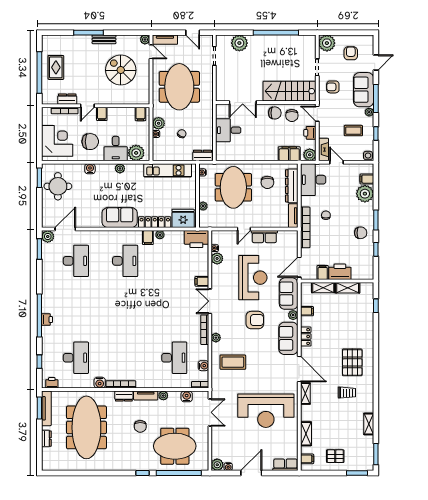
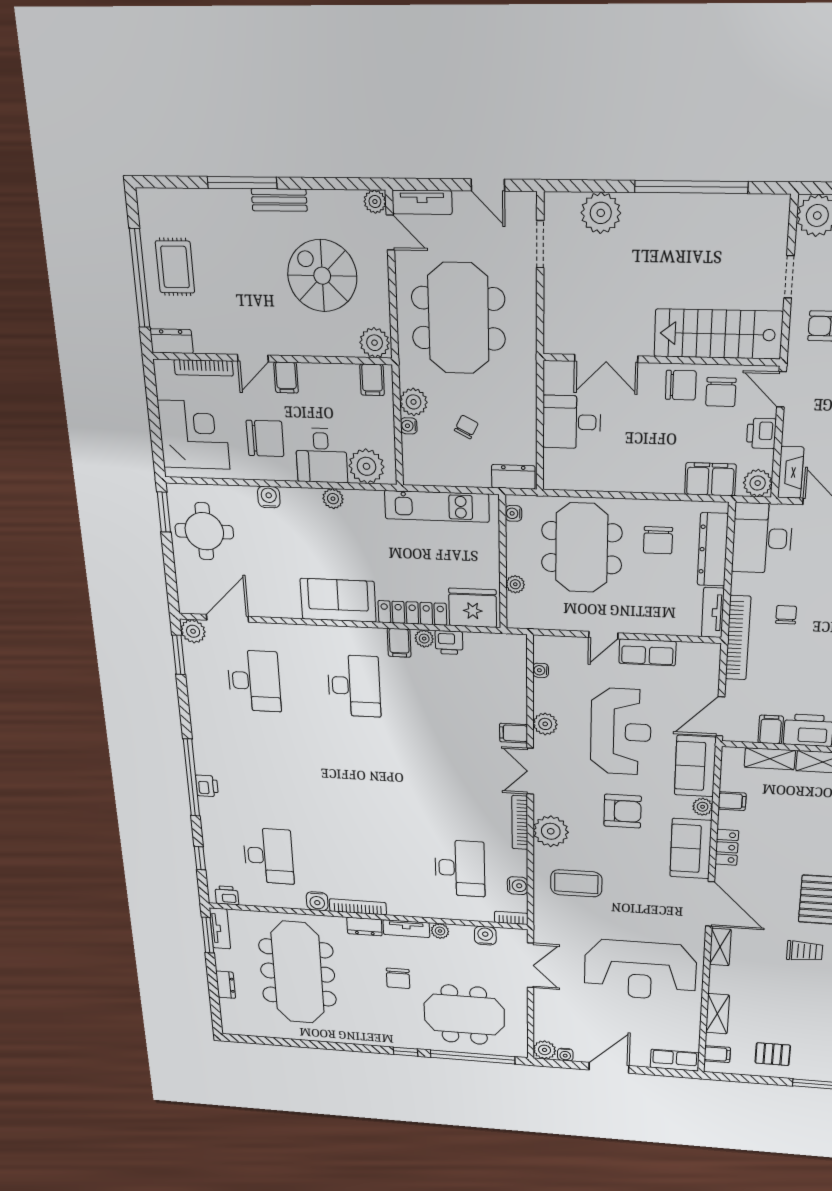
plant: (142, 98) -> (375, 343), added
dresser: (67, 99) -> (172, 341), moved
printer: (196, 239) -> (449, 643), moved, width x0.53, depth x0.68
plant: (217, 258) -> (545, 724), moved
plant: (216, 338) -> (551, 831), width x1.88, depth x1.88
tv unit: (46, 408) -> (220, 928), width x0.71

